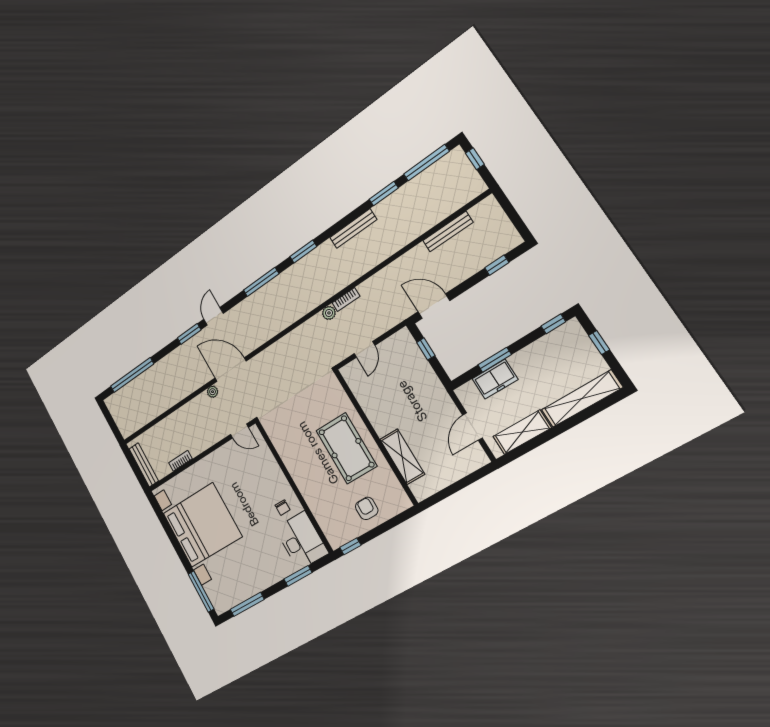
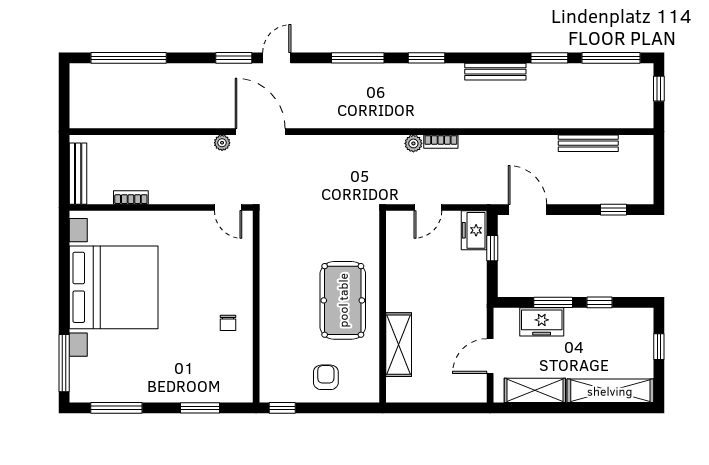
window: (553, 324) -> (599, 302), moved
freezer: (406, 345) -> (474, 230), added
desk: (302, 541) -> (228, 371), removed

